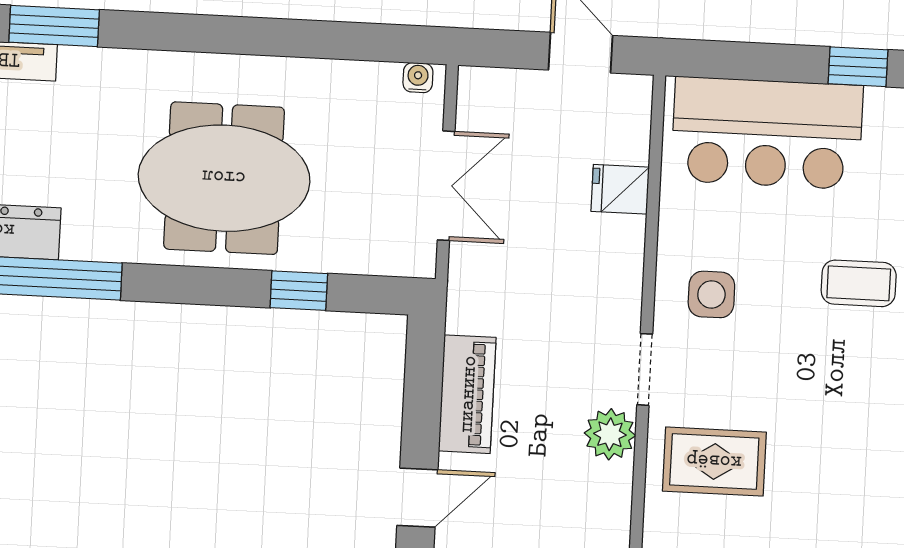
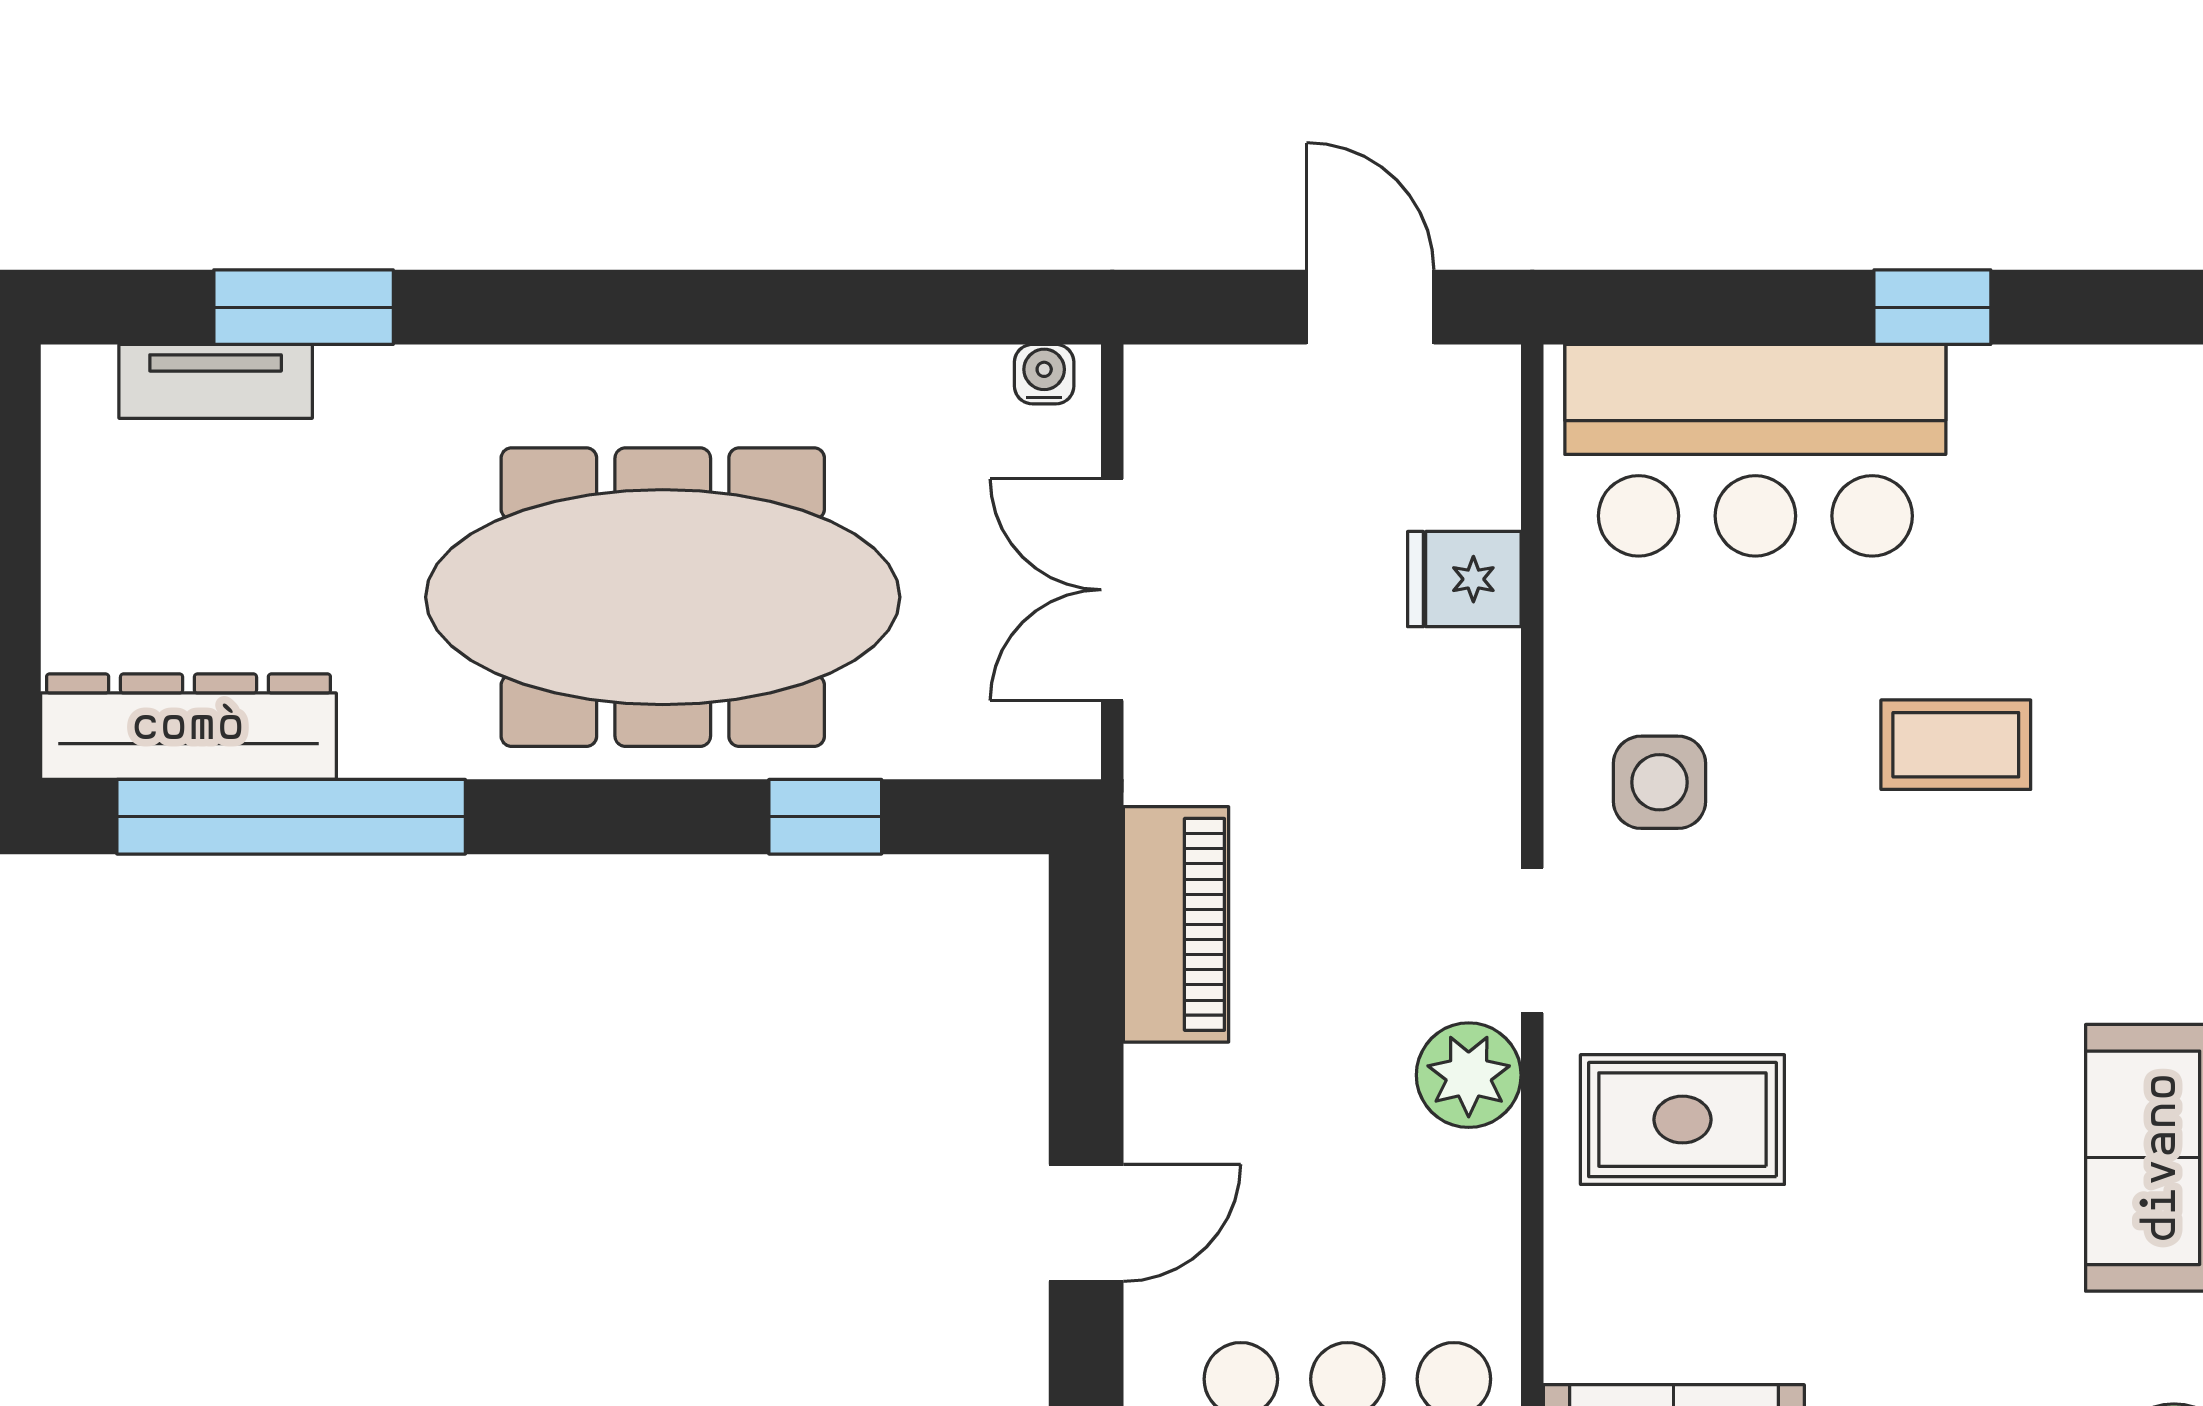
meeting table: (224, 178) -> (663, 597), width x1.36
double door: (446, 186) -> (1112, 590), swing flipped
piano: (467, 394) -> (1176, 924), moved

